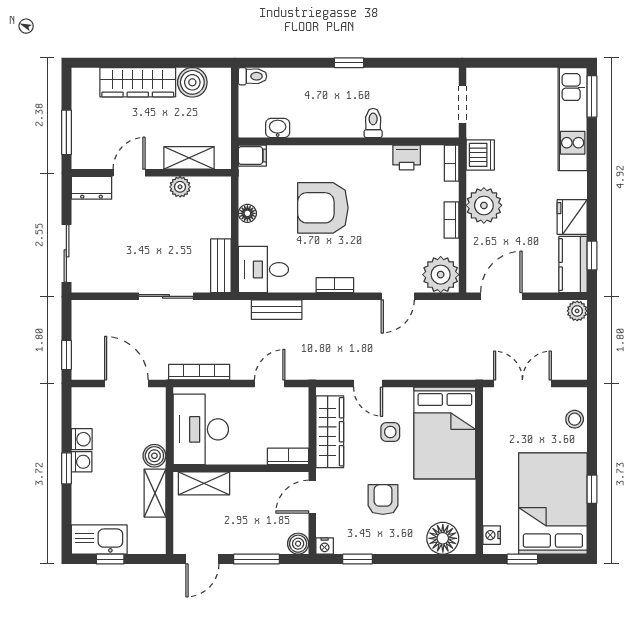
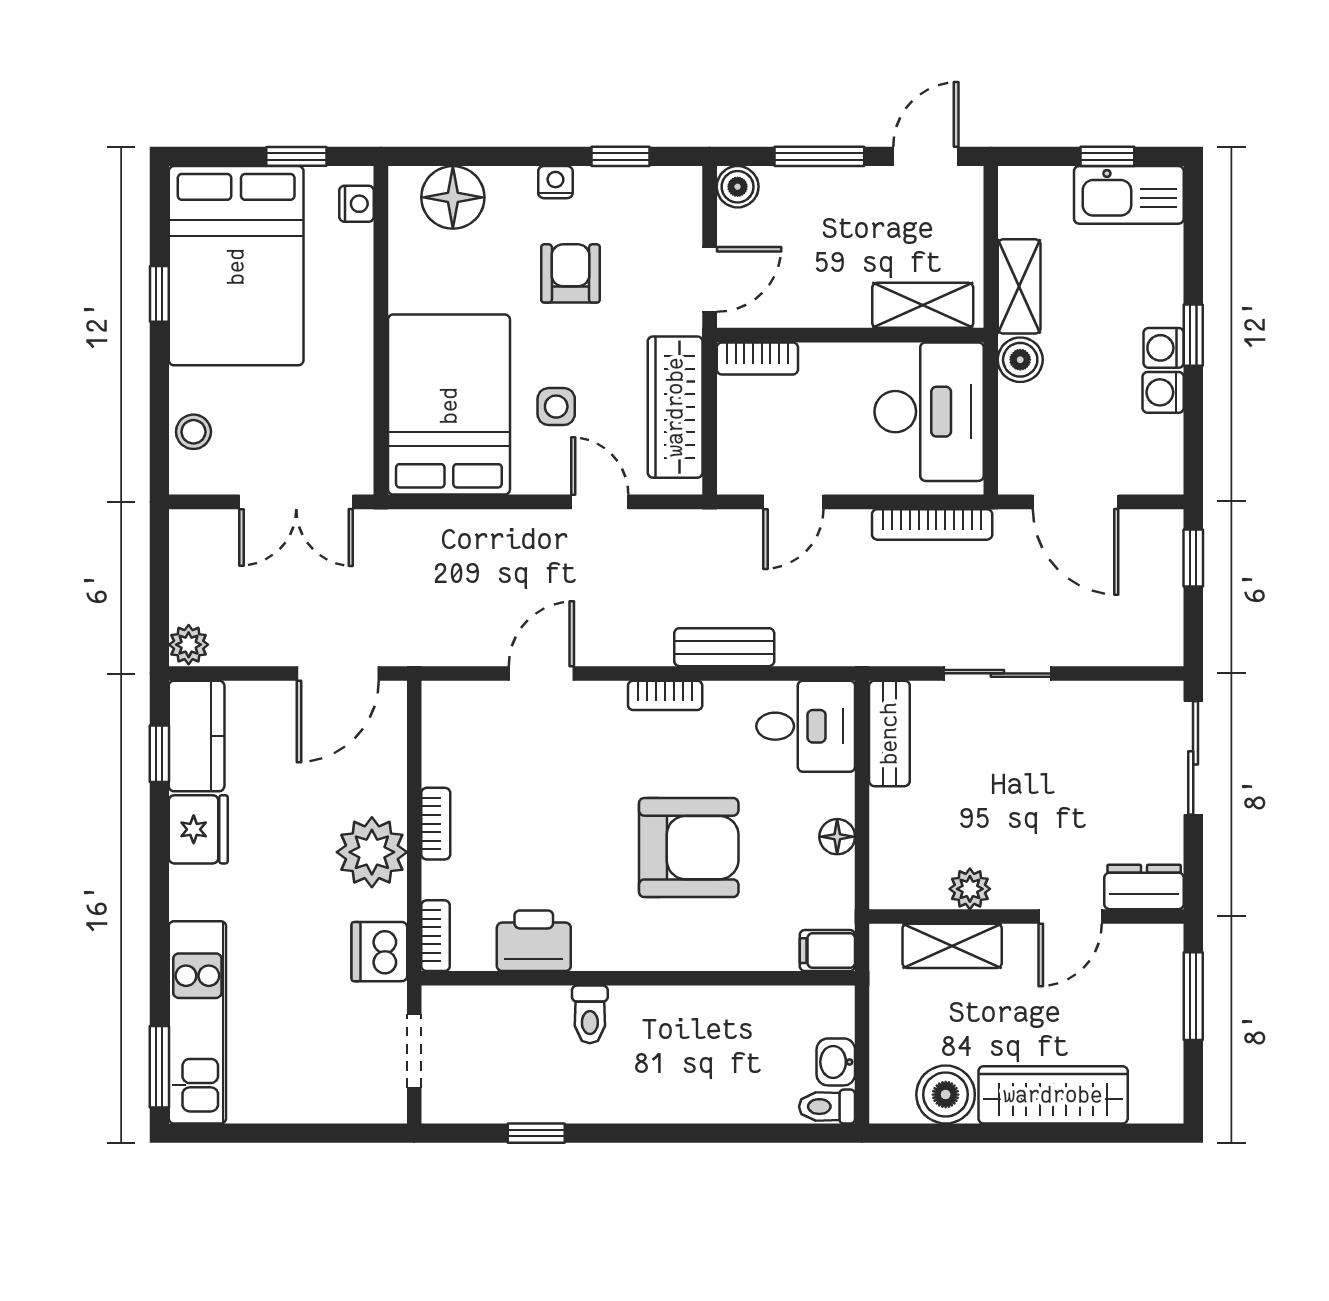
window: (349, 63) -> (536, 1133), moved
washbasin: (278, 128) -> (836, 1062), moved, turned 90
printer: (407, 157) -> (534, 941), width x1.36, depth x1.24
plant: (441, 275) -> (457, 716), removed
bench: (277, 310) -> (724, 647), moved
armchair: (383, 500) -> (570, 273), turned 180
nightstand: (325, 546) -> (555, 182), moved

